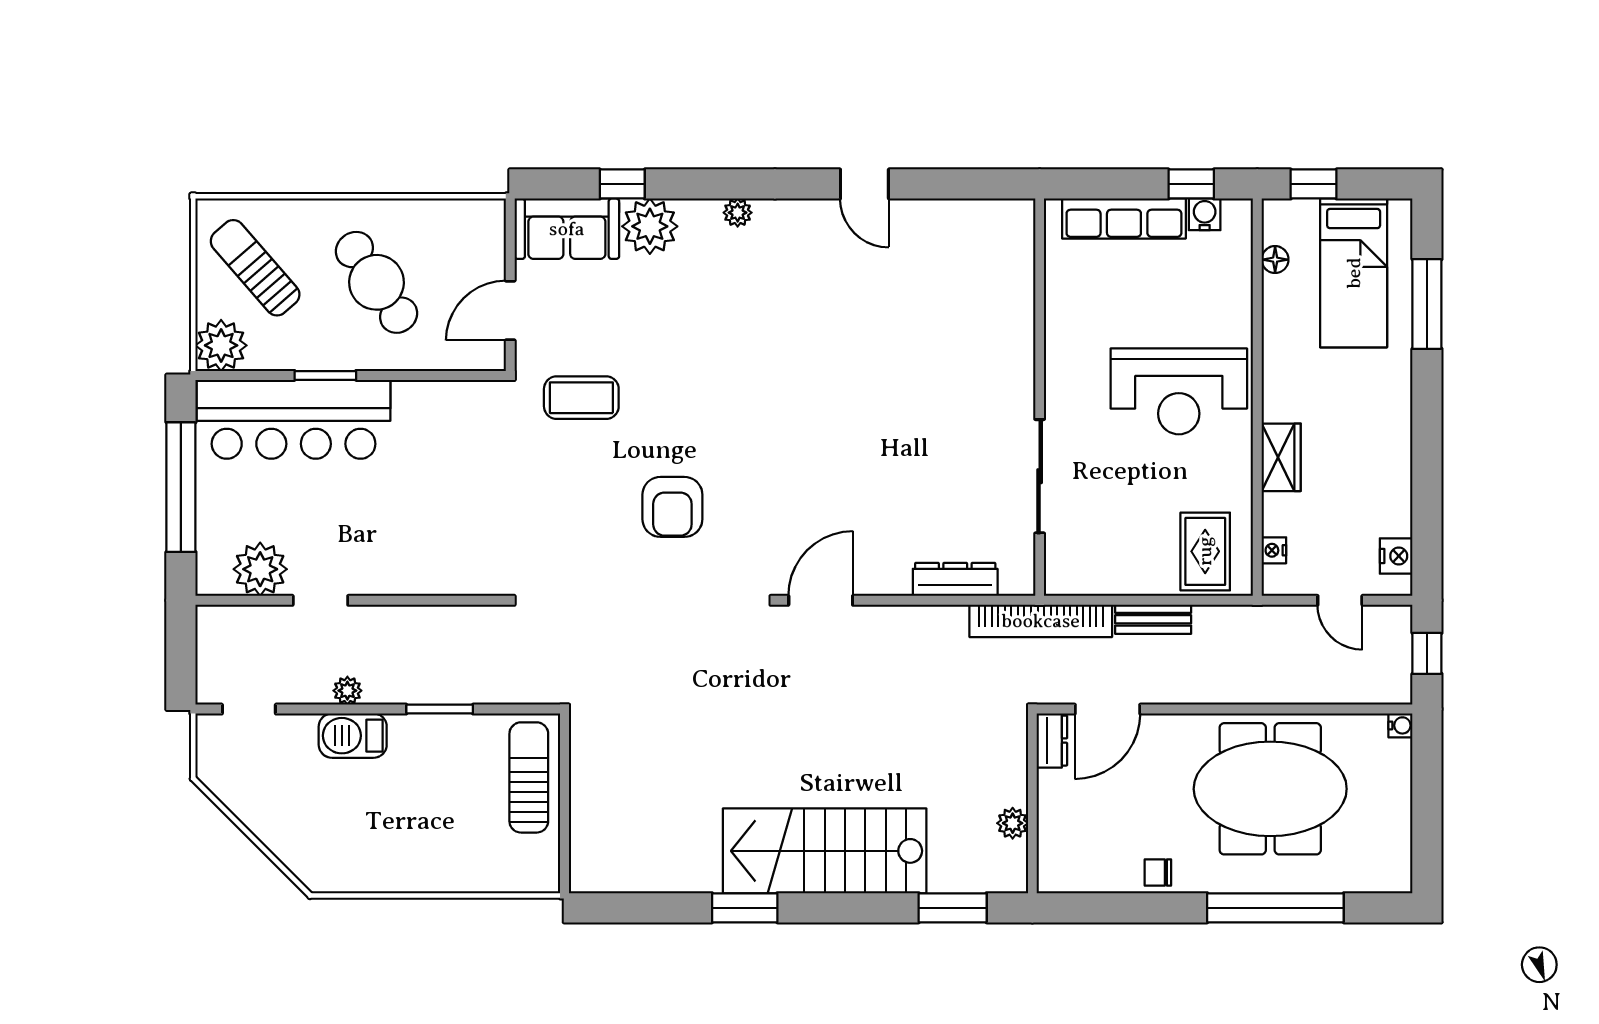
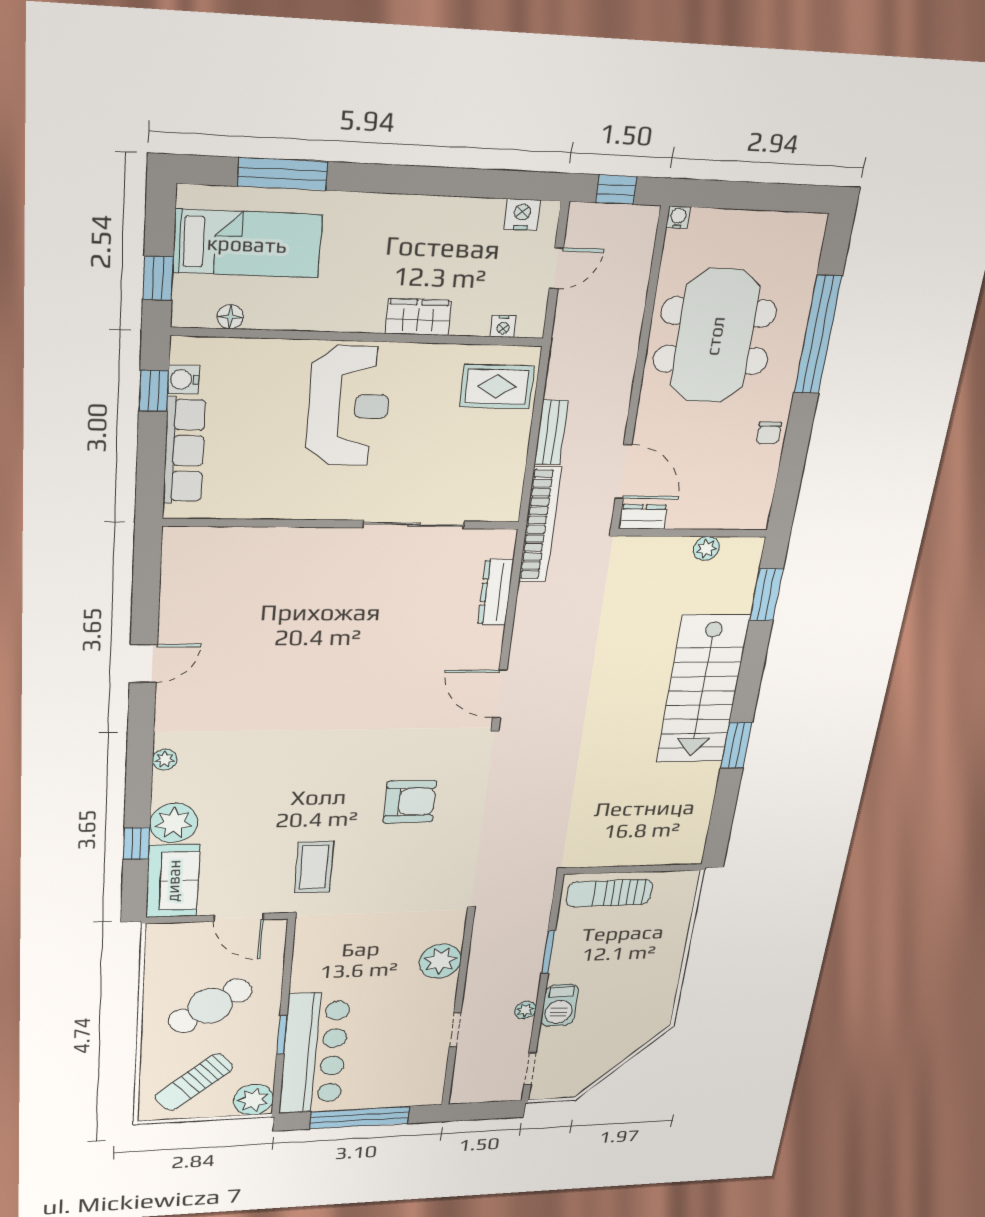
plant: (260, 569) -> (440, 961), moved

